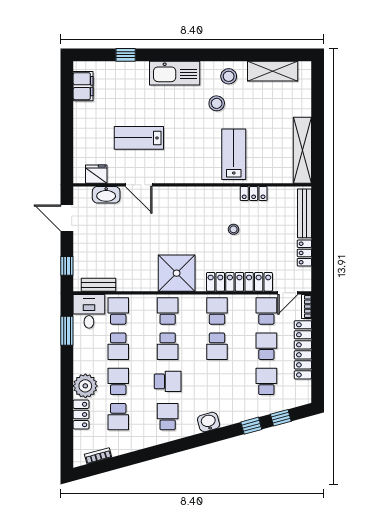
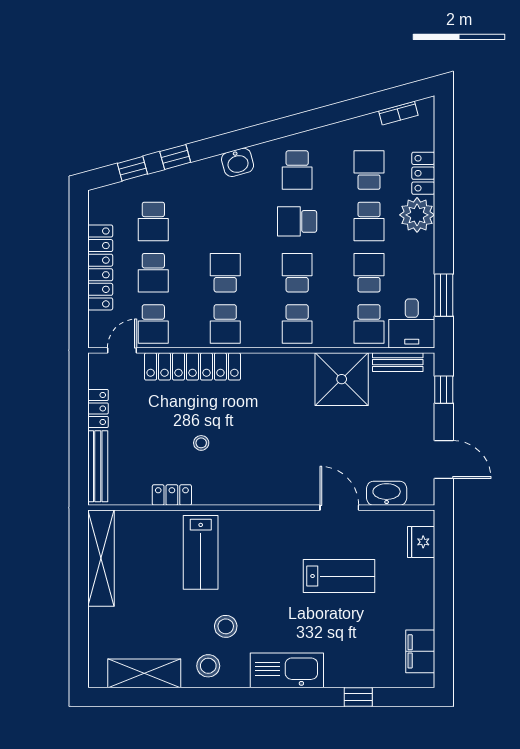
fridge: (96, 174) -> (421, 542), moved, turned 90
shower: (177, 273) -> (342, 379), moved
bookcase: (307, 306) -> (95, 331), removed

